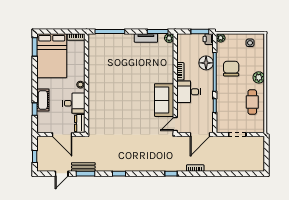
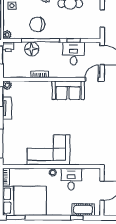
corner sofa: (103, 80) -> (48, 150), added
desk: (189, 92) -> (74, 54), moved, turned 180
cot: (43, 100) -> (83, 210), moved
dresser: (80, 123) -> (91, 173), removed
door: (175, 124) -> (92, 79), swing flipped

